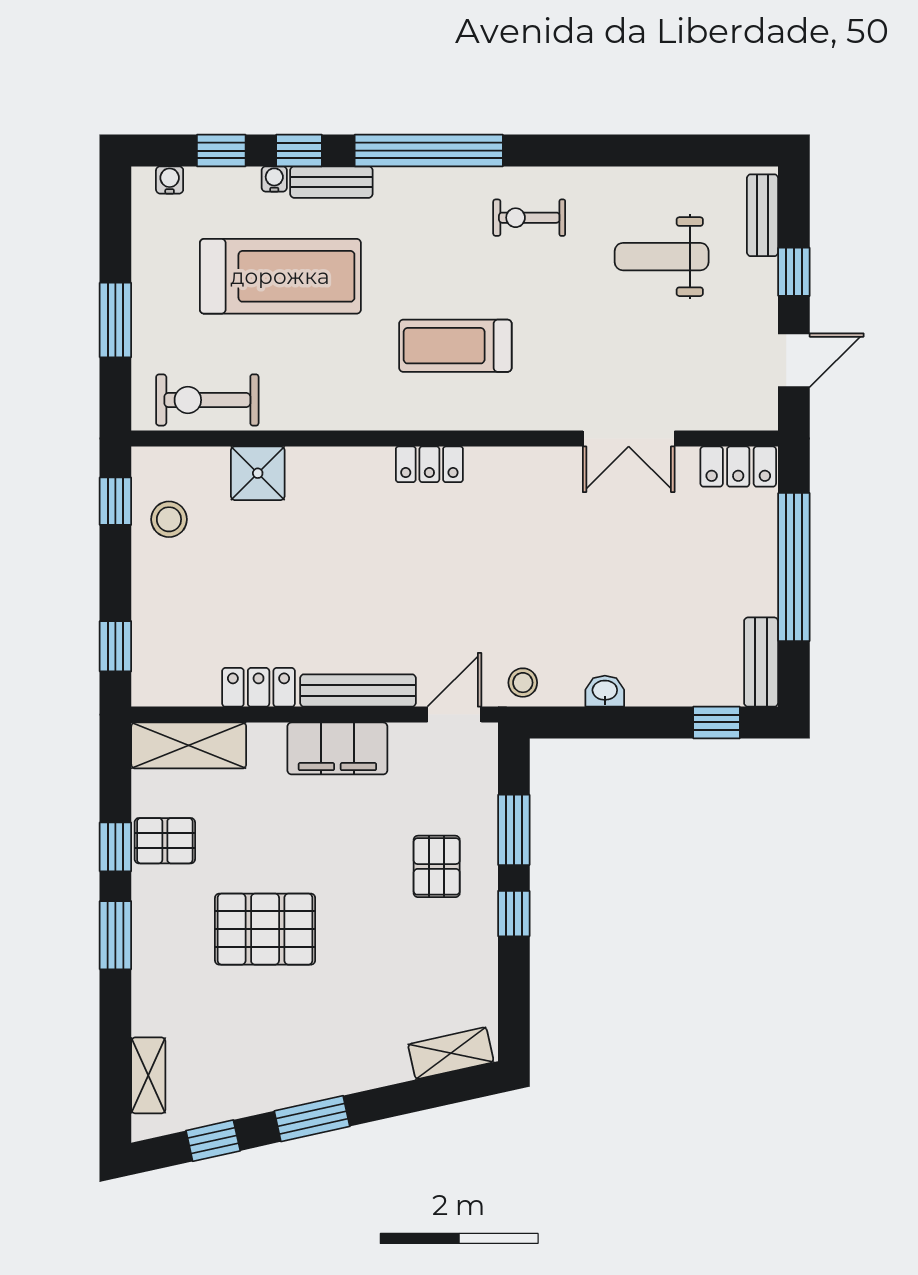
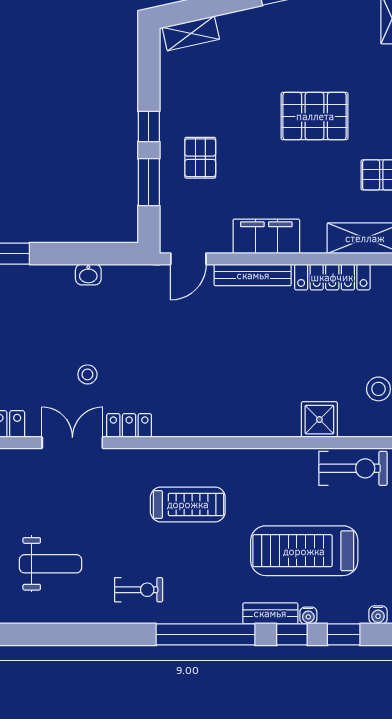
locker: (429, 464) -> (129, 426), moved
stool: (523, 683) -> (87, 374), moved
locker: (259, 687) -> (332, 277), width x1.53

